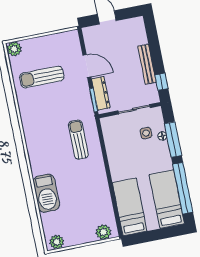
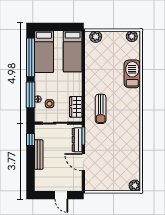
sun lounger: (42, 77) -> (118, 161), removed
wardrobe: (111, 136) -> (76, 107), added

